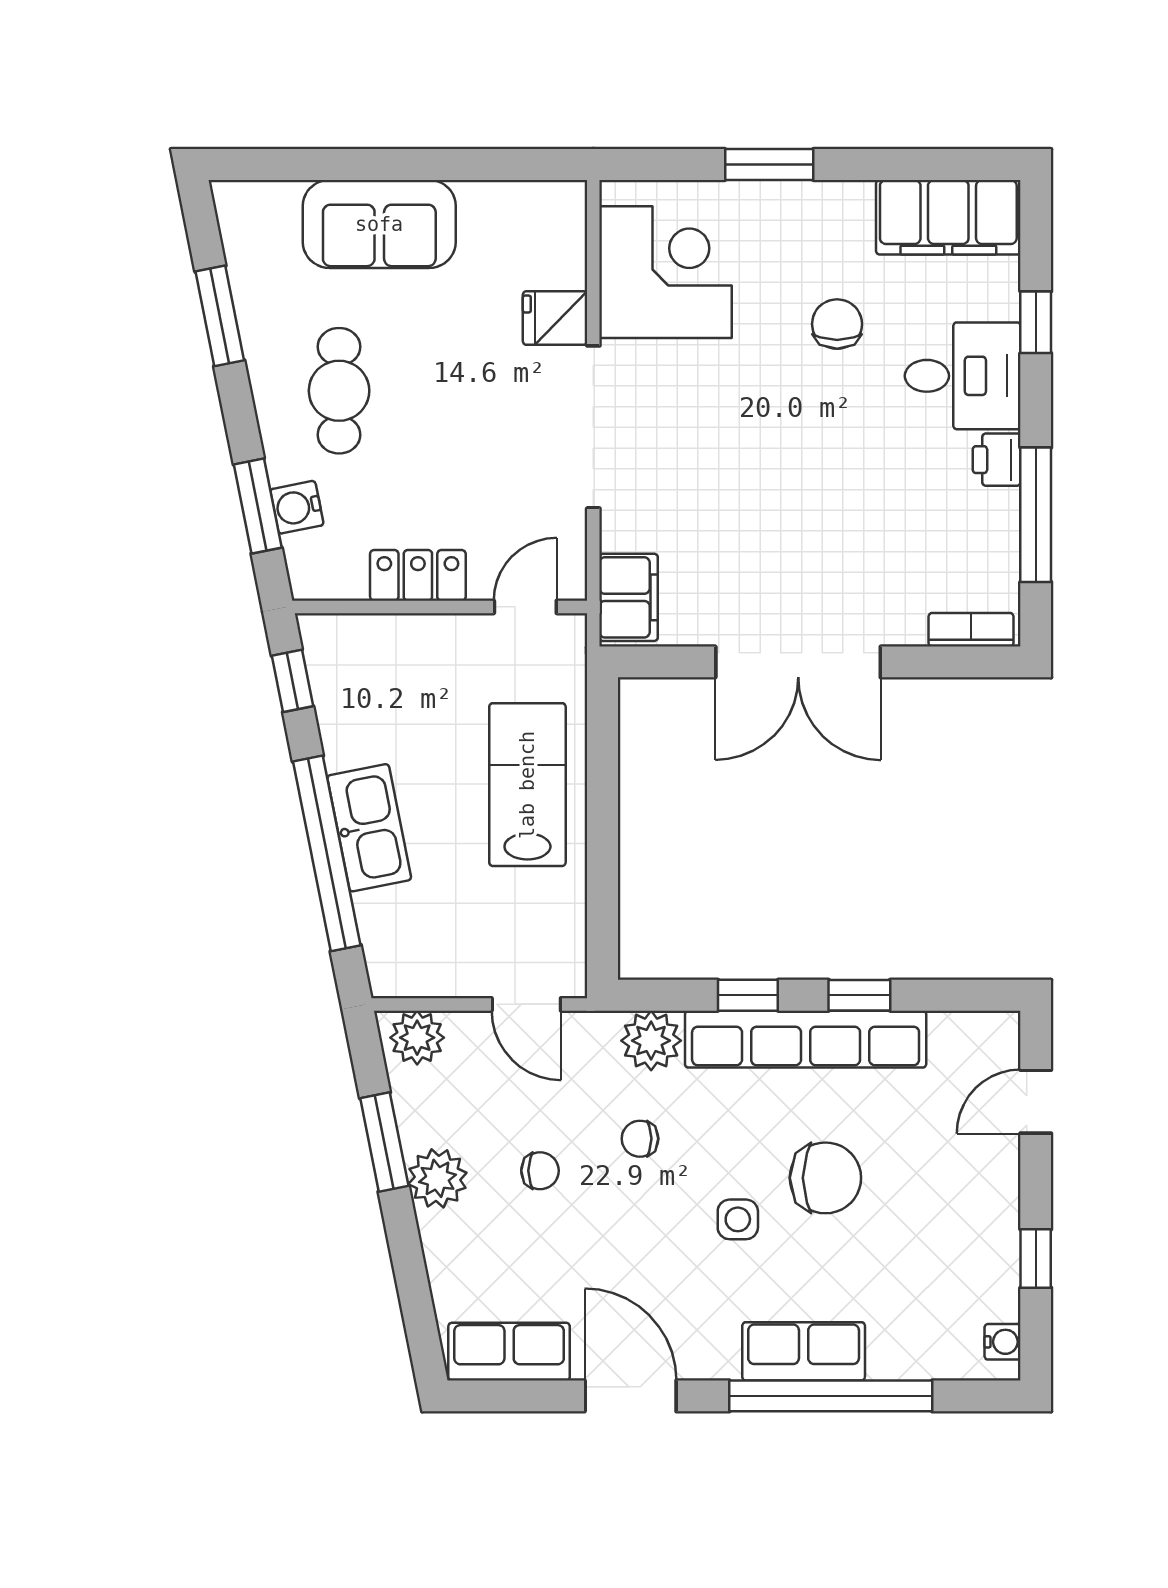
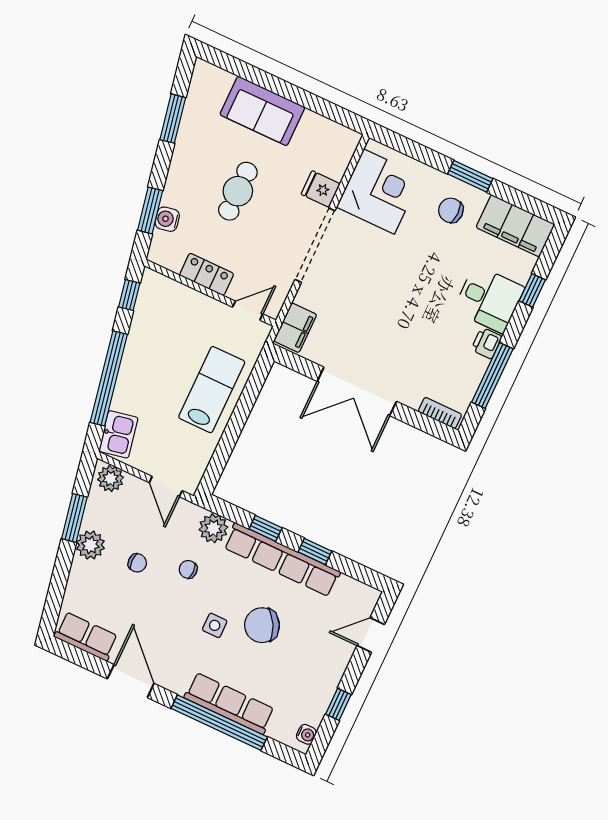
window: (769, 164) -> (470, 176), moved
chair: (837, 324) -> (451, 210), moved, turned -90
cafe table: (339, 391) -> (238, 191), moved
kitchen sink: (369, 828) -> (118, 434), moved, width x0.73
chair: (825, 1178) -> (262, 625), turned 152
row of seats: (804, 1351) -> (229, 703), width x1.48

